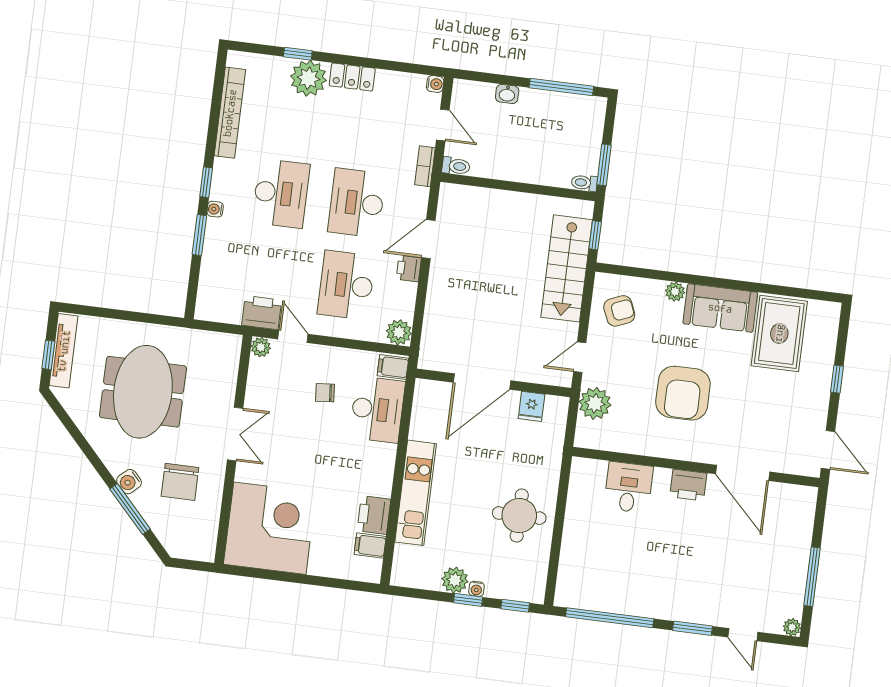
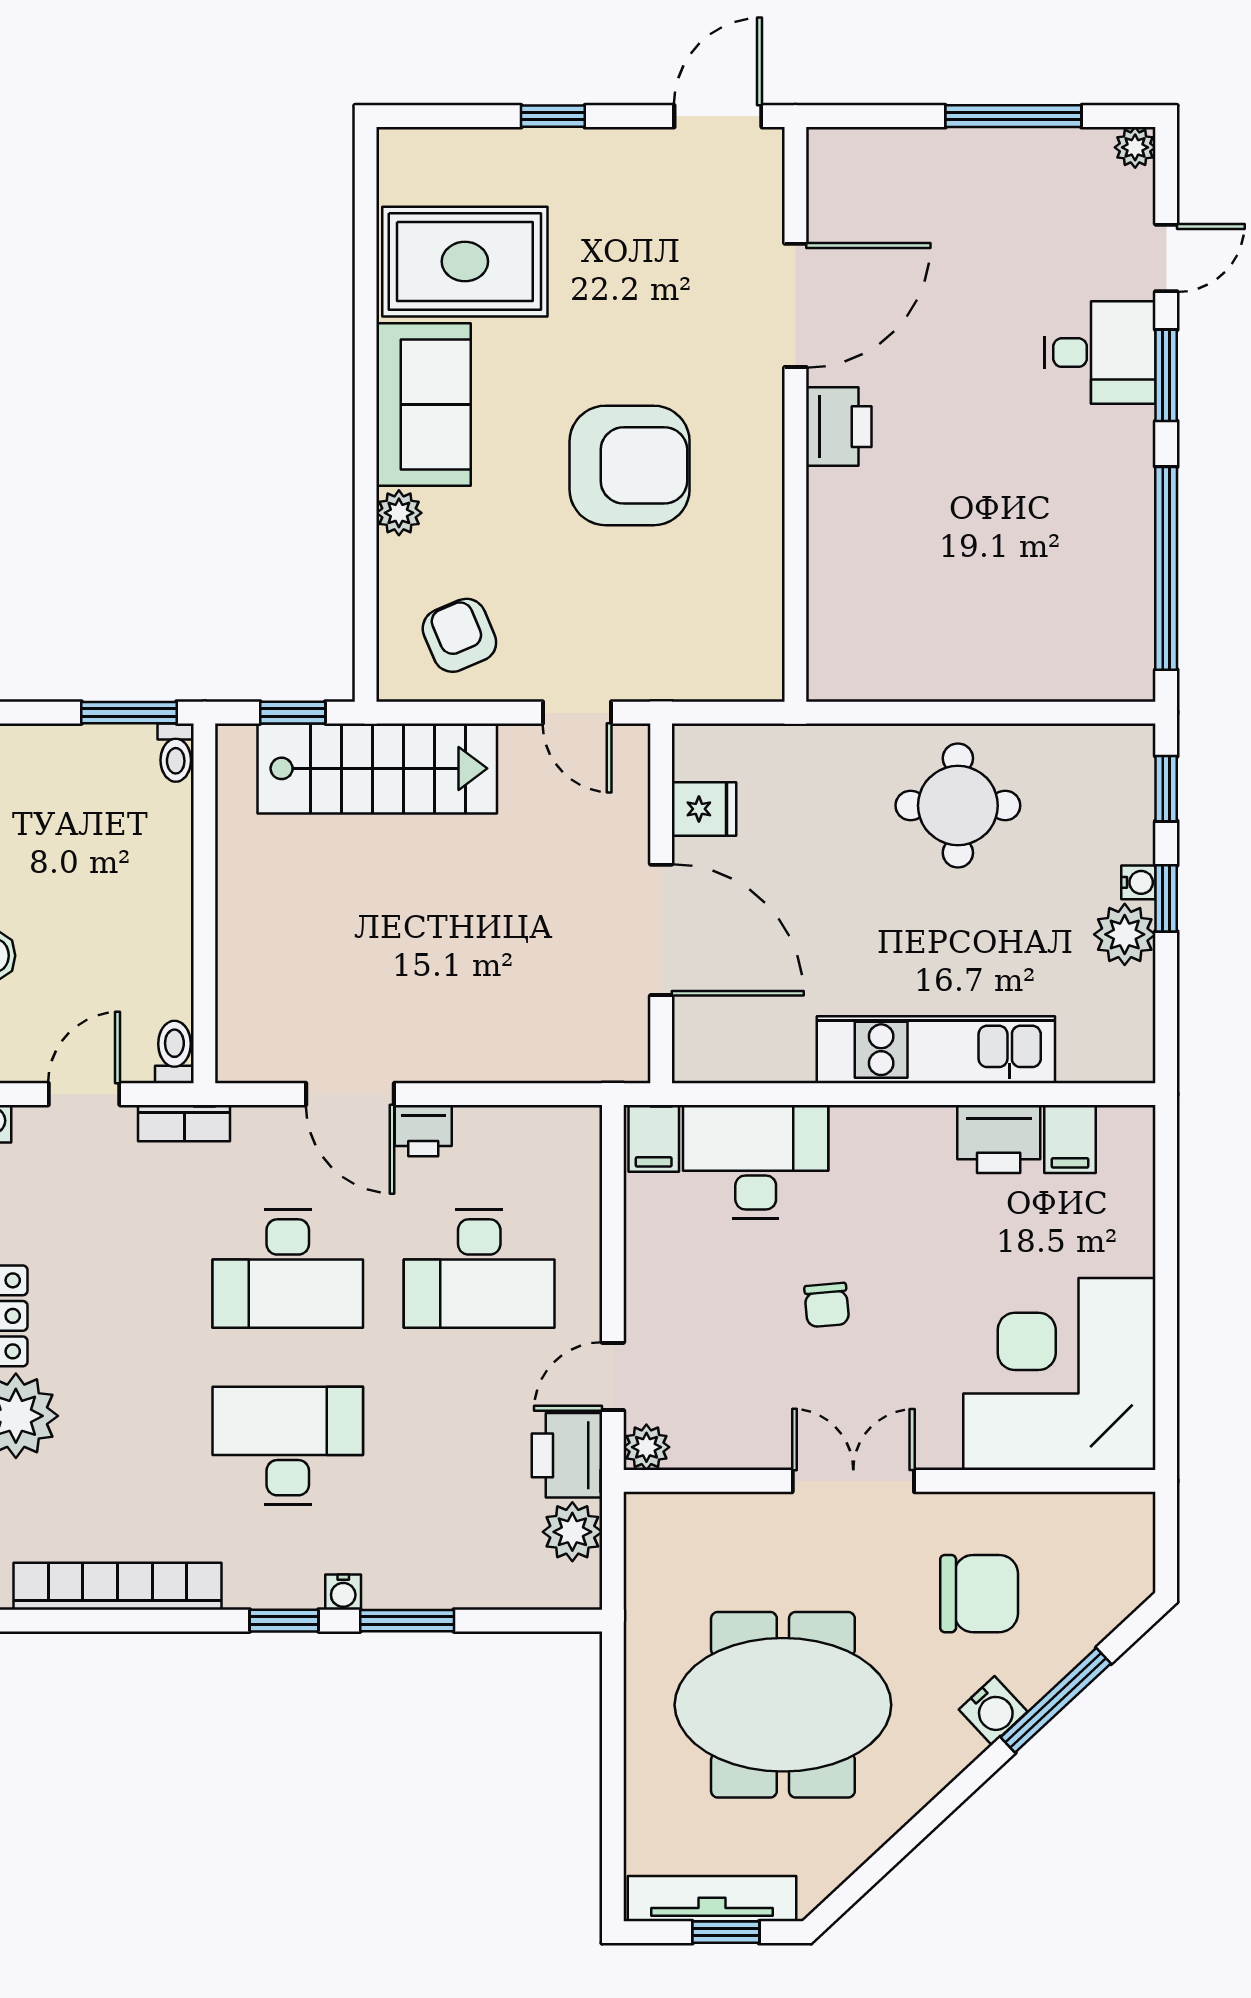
plant: (399, 332) -> (572, 1532), moved
chair: (325, 393) -> (827, 1305), moved
plant: (595, 403) -> (679, 664), removed
desk: (629, 487) -> (1100, 353), moved, turned 180

